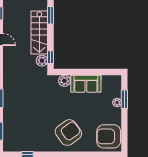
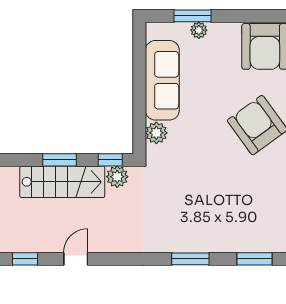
window: (51, 15) -> (60, 160), moved
sofa: (86, 84) -> (162, 80), width x1.36

